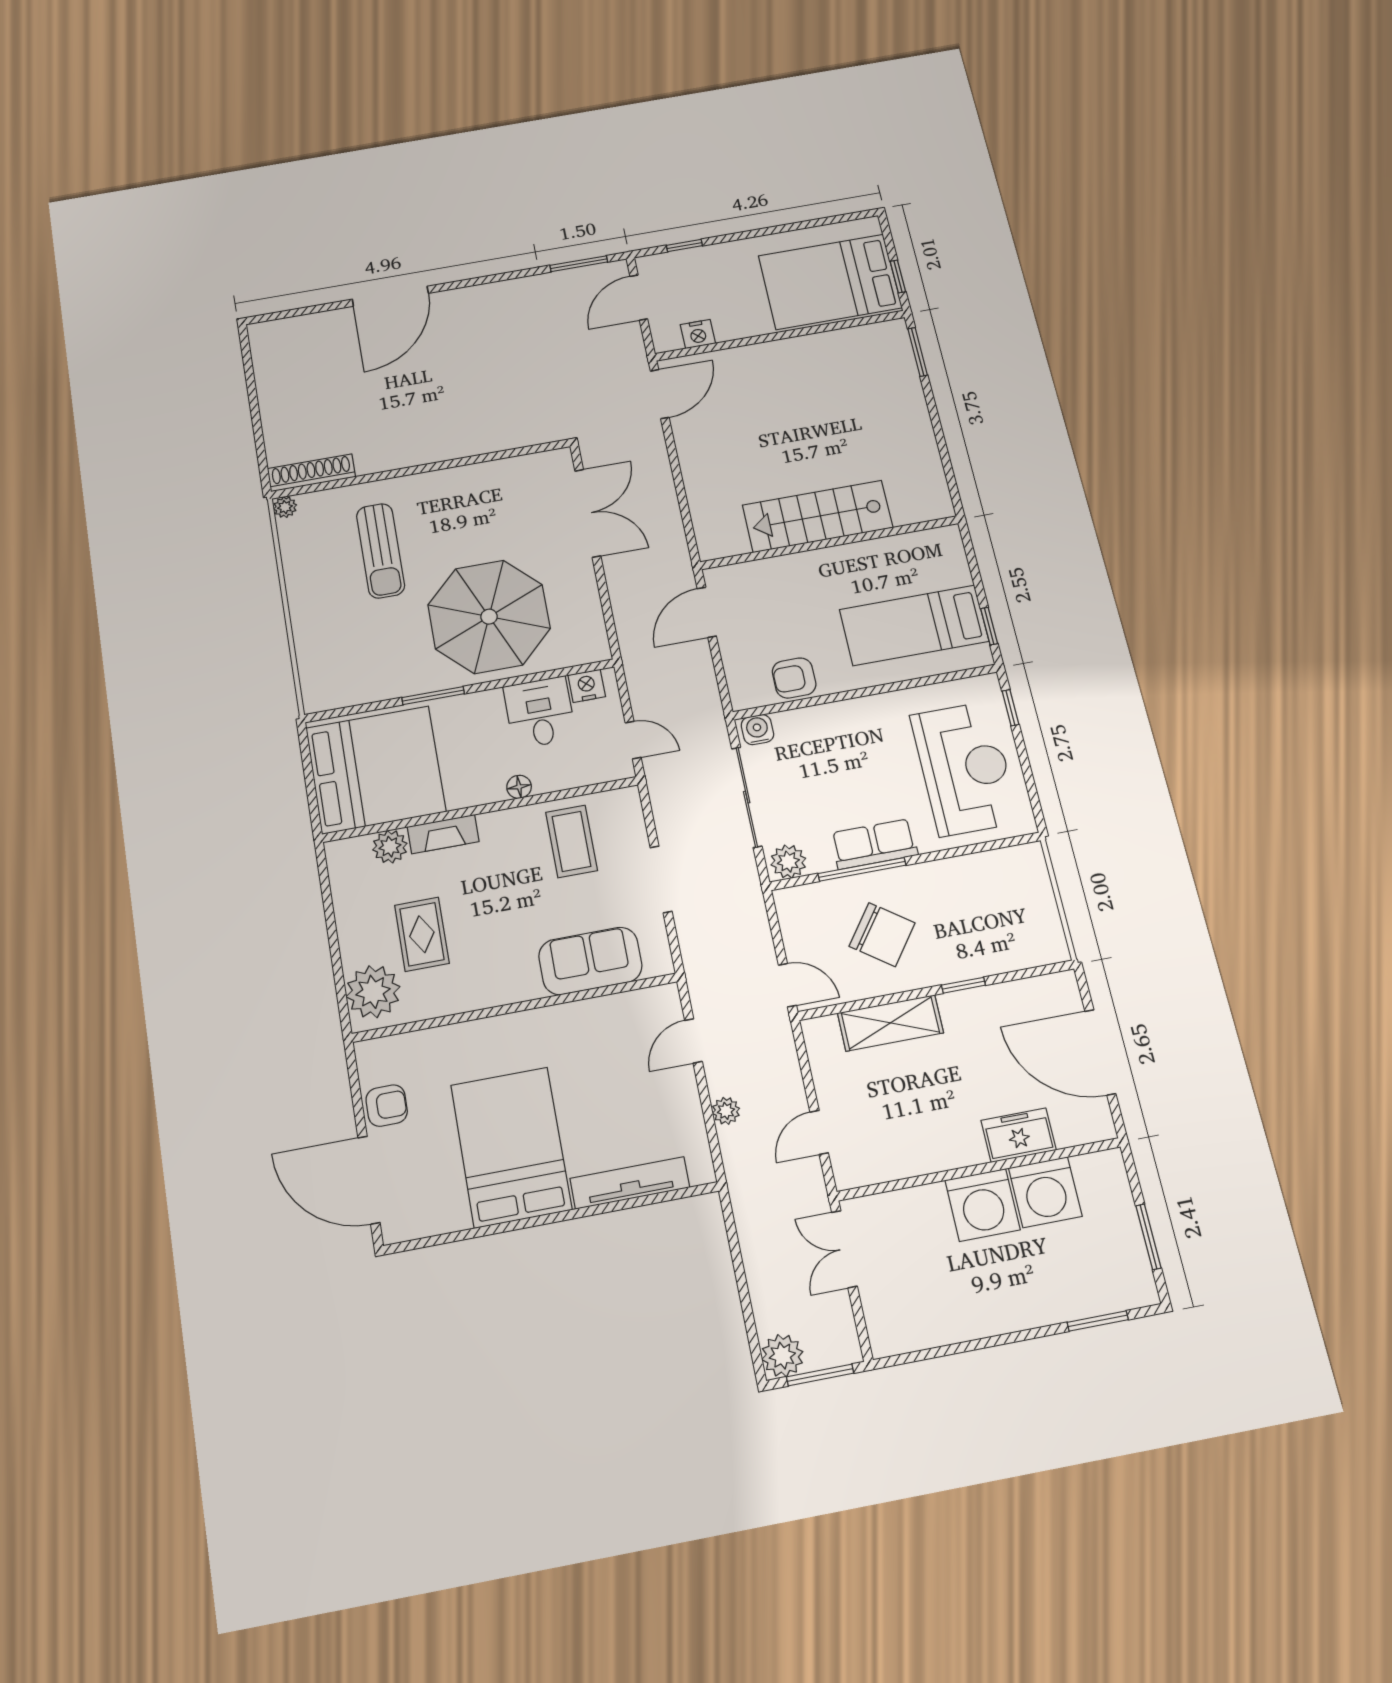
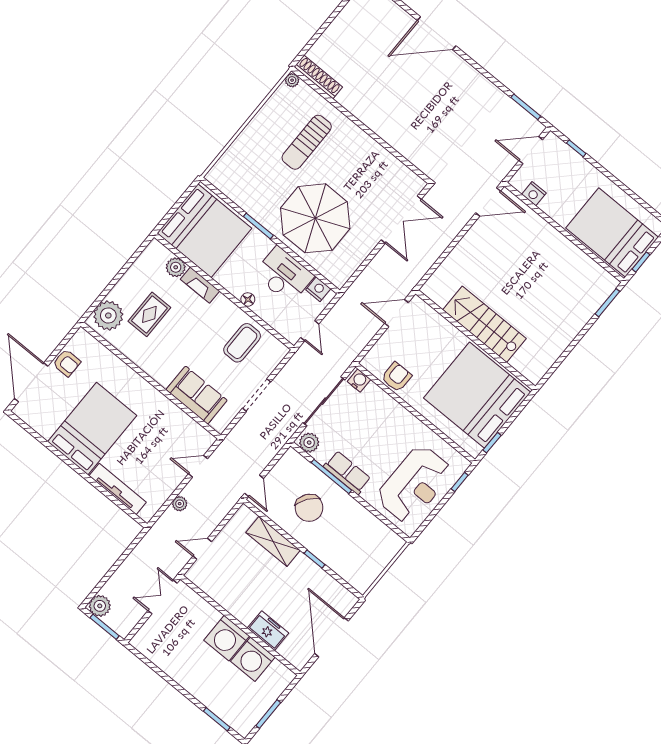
bed: (914, 625) -> (477, 395), width x2.04
armchair: (794, 678) -> (397, 377), turned 90
desk: (540, 712) -> (284, 275), width x1.37

